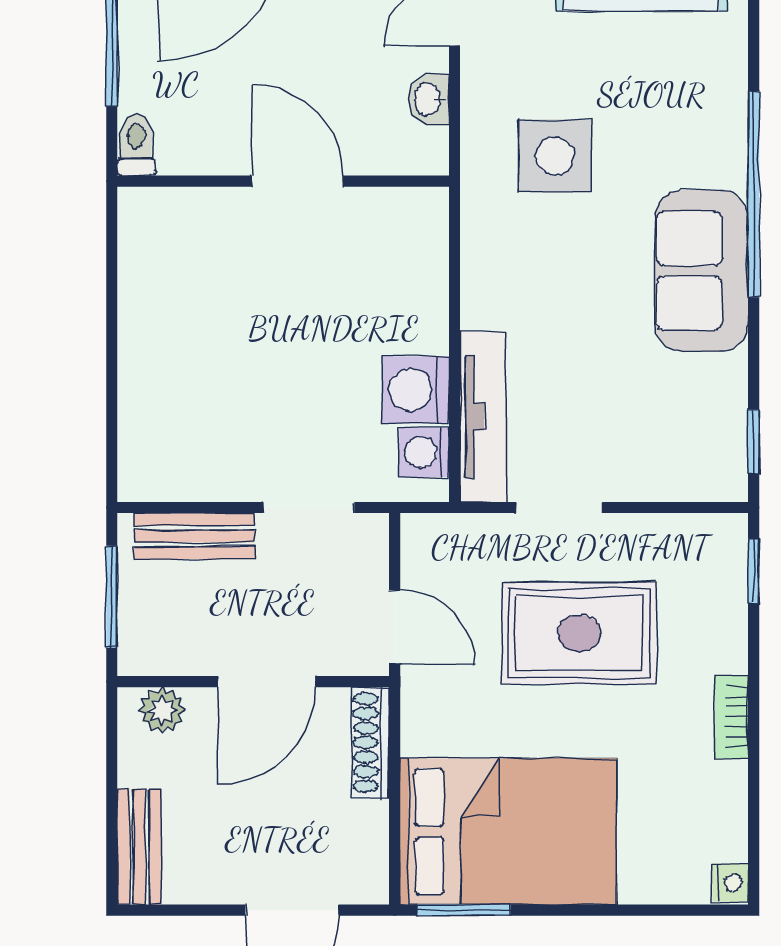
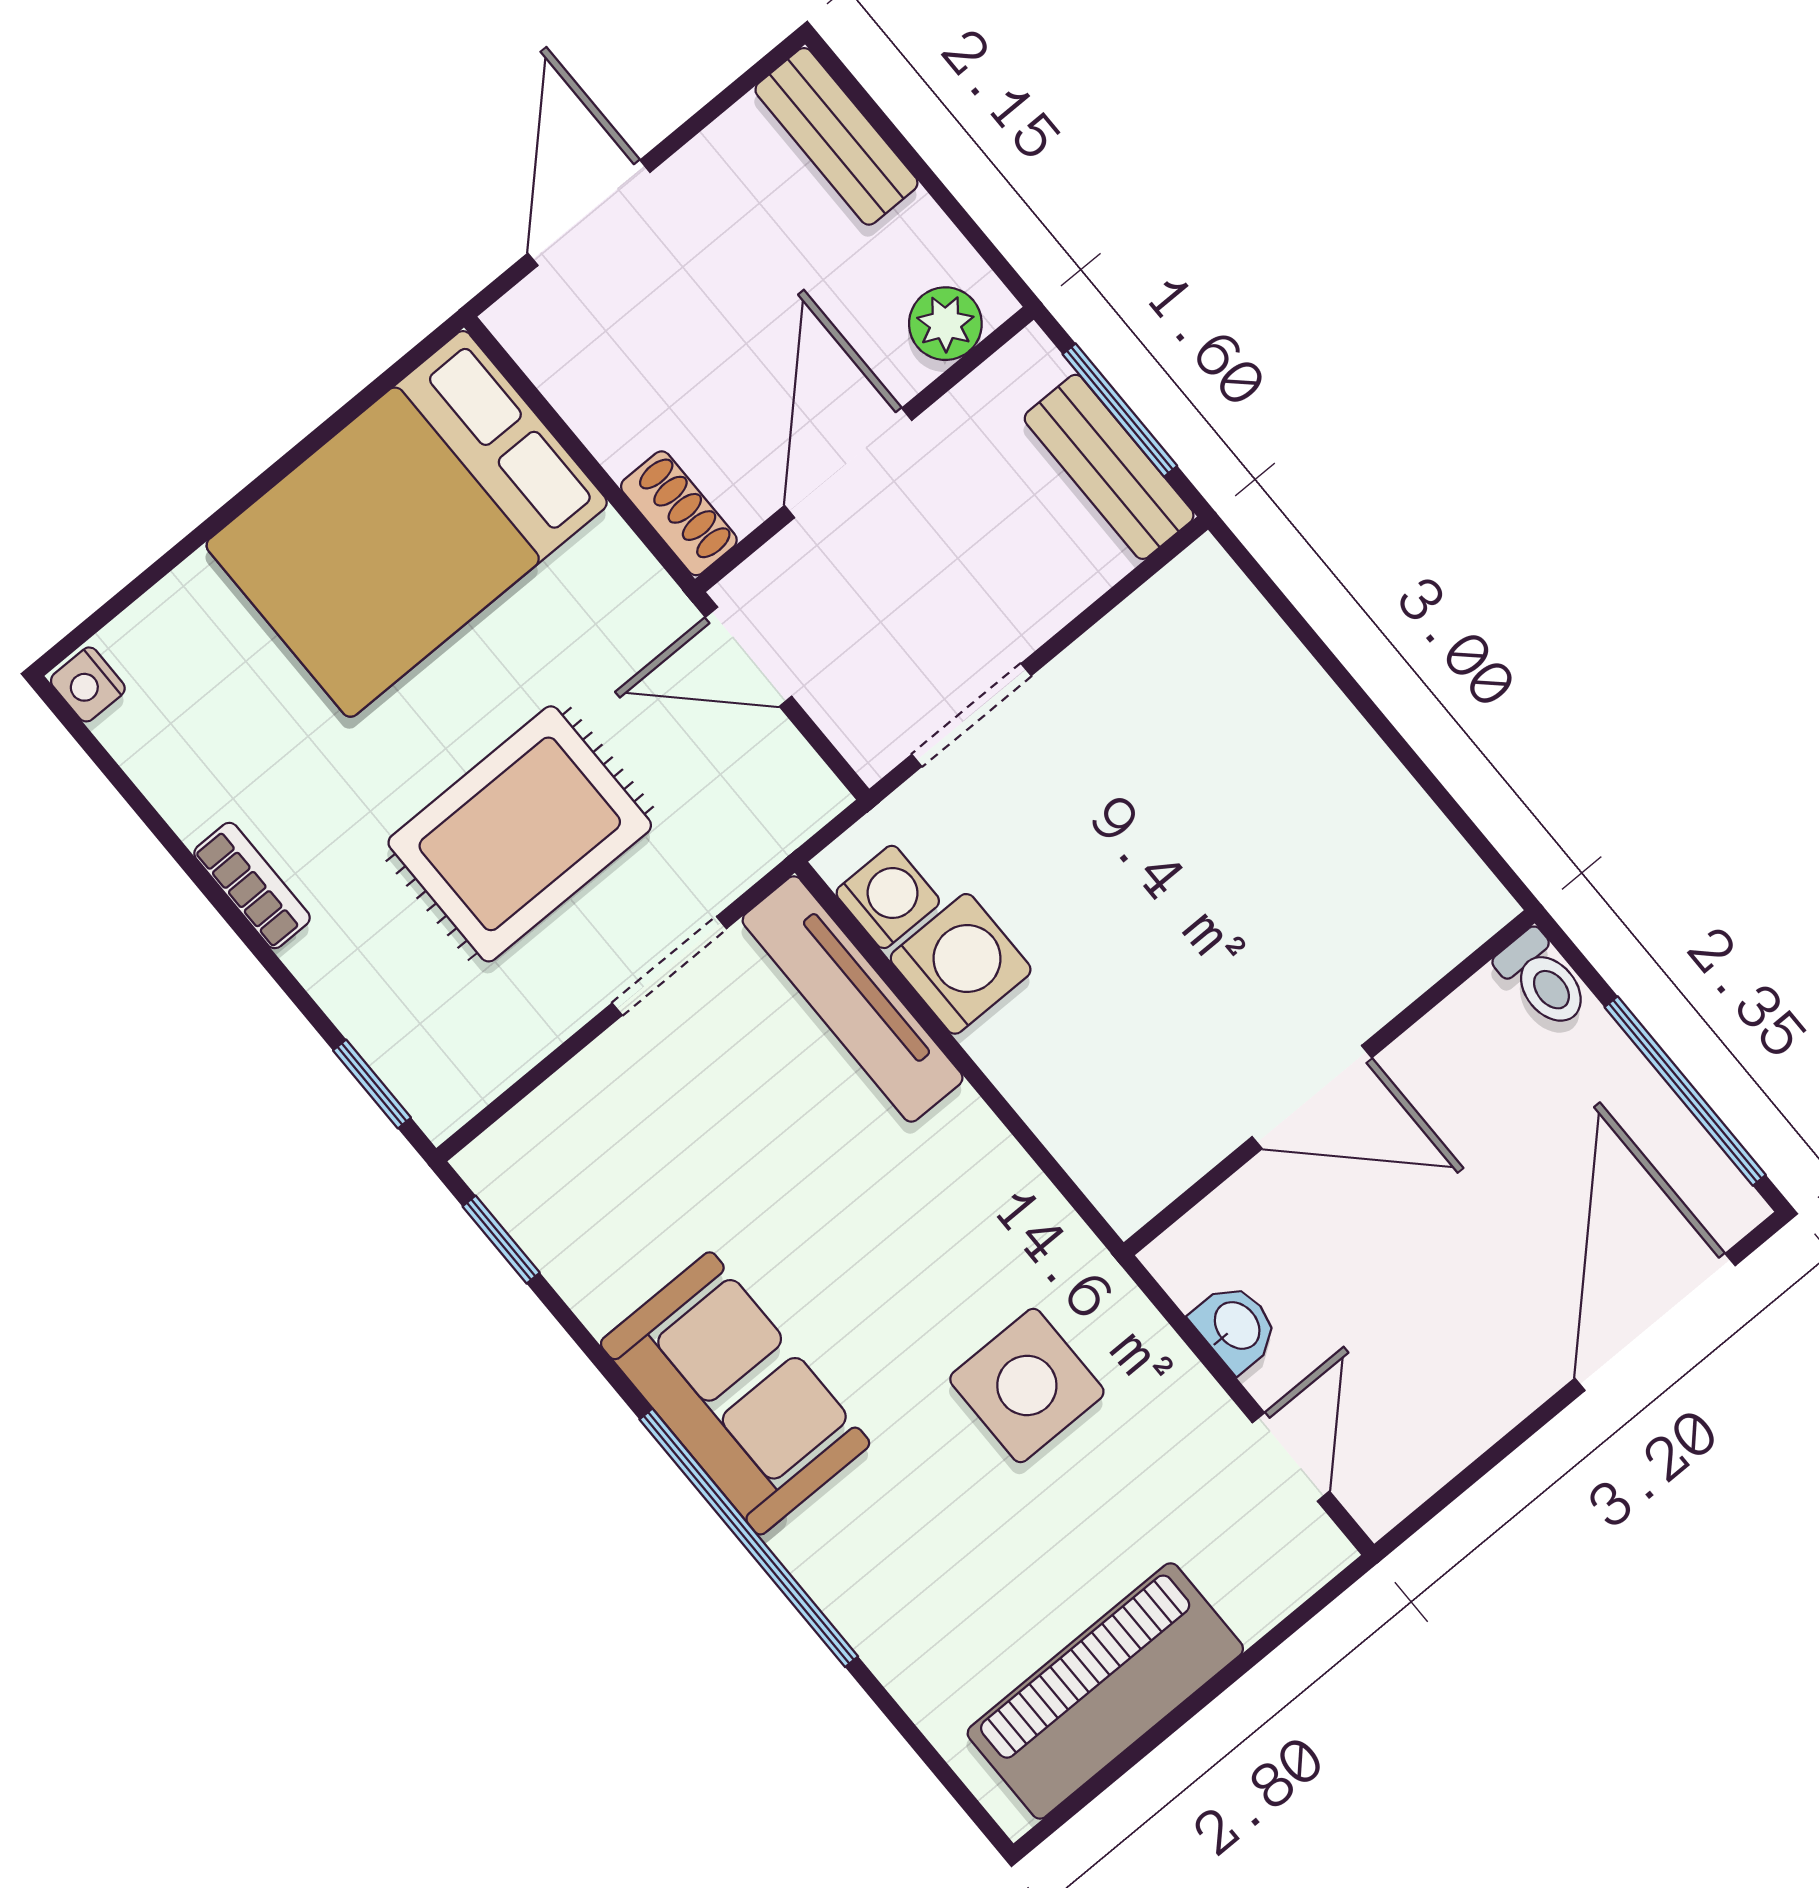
bench: (194, 536) -> (1109, 467), moved, turned 90
shoe rack: (370, 742) -> (679, 513), width x0.70
window: (464, 910) -> (382, 385), removed

